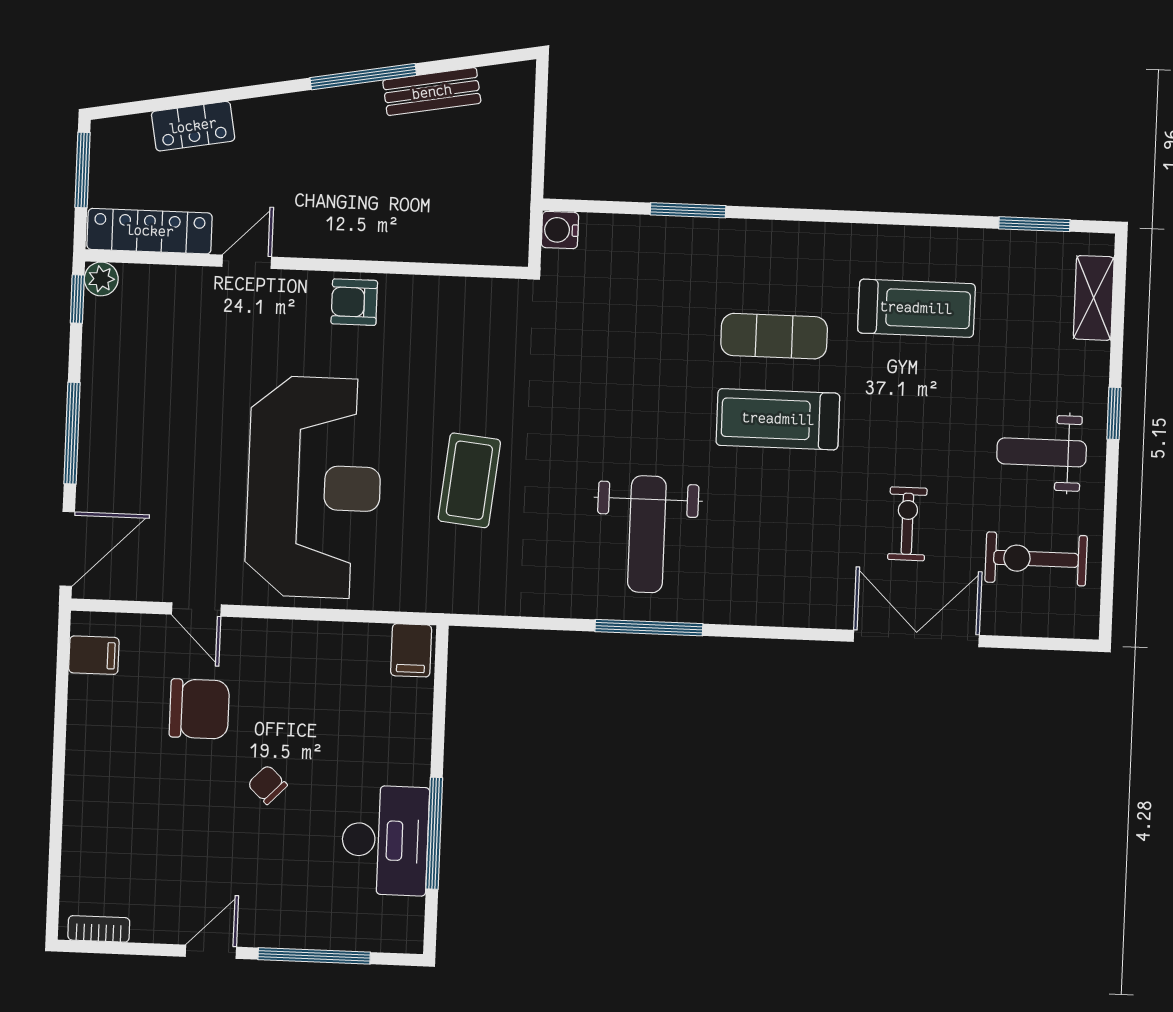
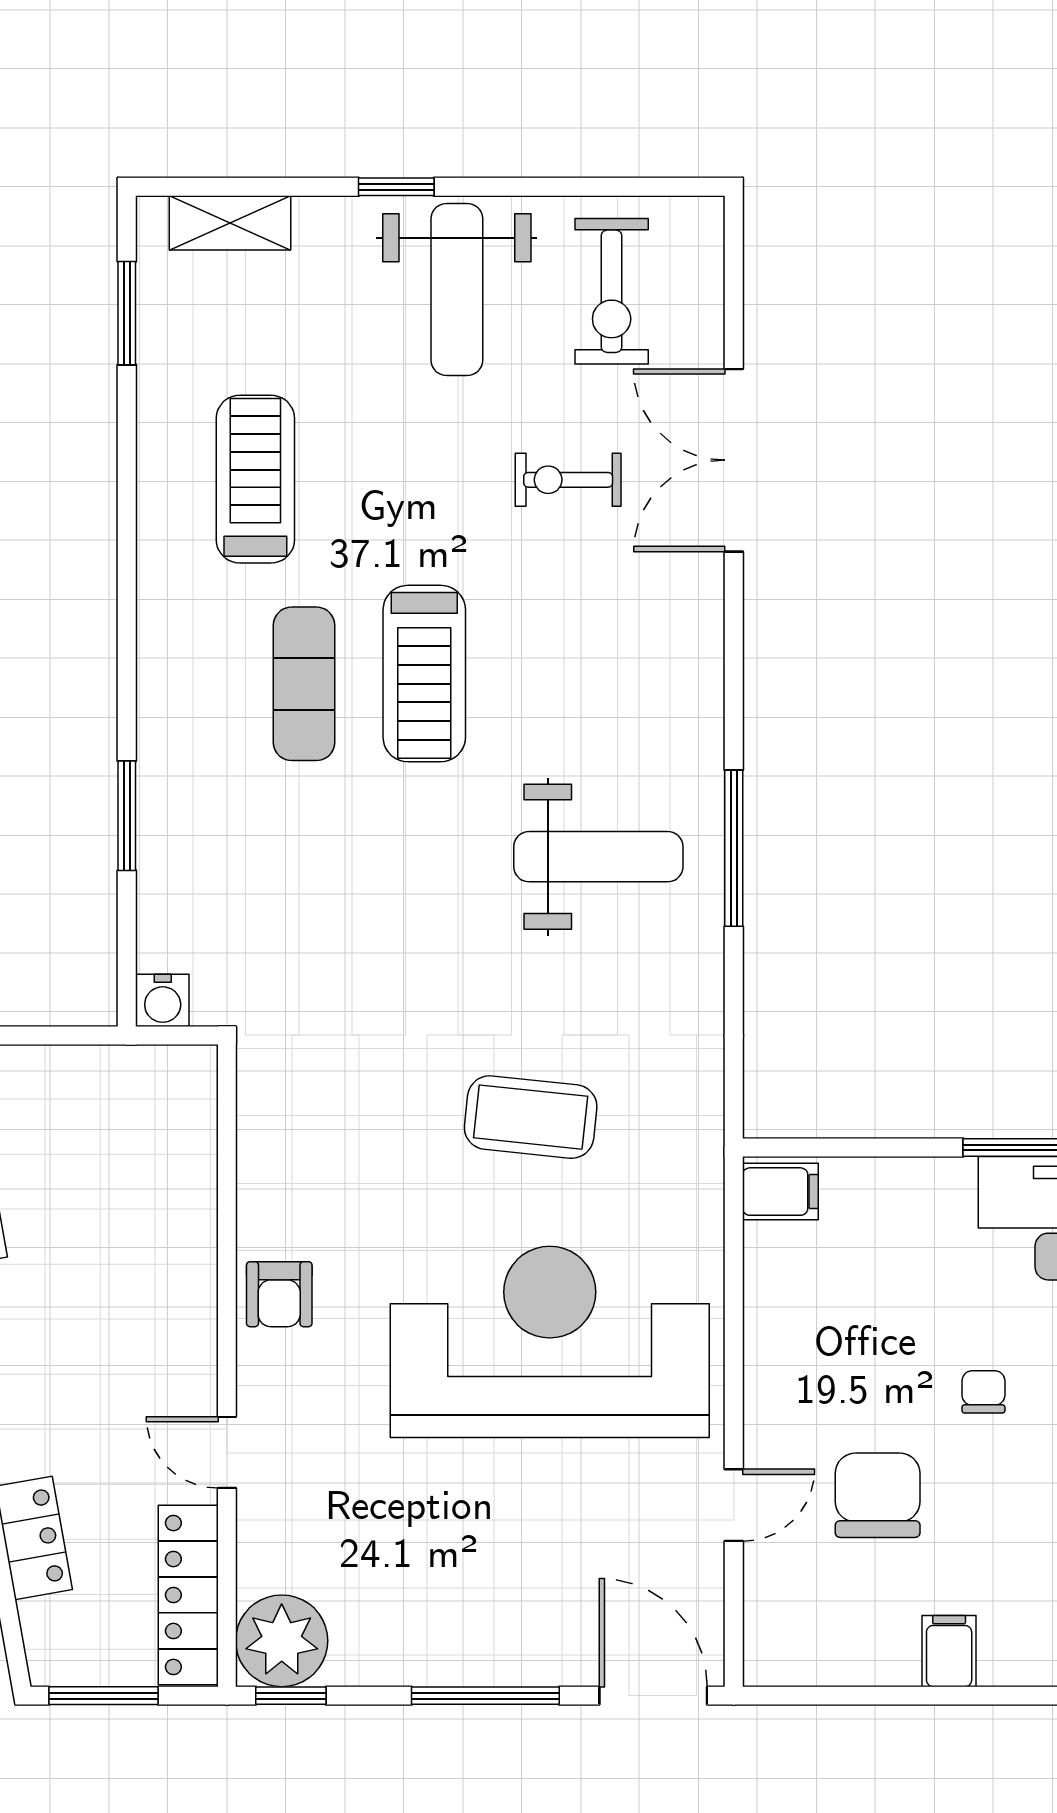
plant: (101, 279) -> (282, 1641), width x1.87, depth x1.87
weight bench: (1042, 452) -> (457, 289), width x1.36, depth x1.33
filing cabinet: (94, 655) -> (949, 1651), moved
chair: (267, 785) -> (983, 1392), turned 136

